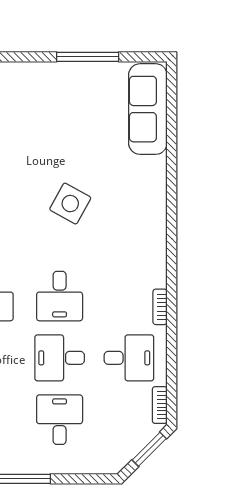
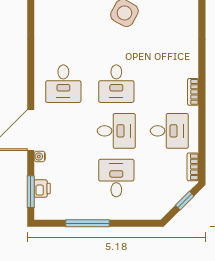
desk: (60, 358) -> (116, 131), turned 180
window: (149, 449) -> (185, 201), width x0.67

